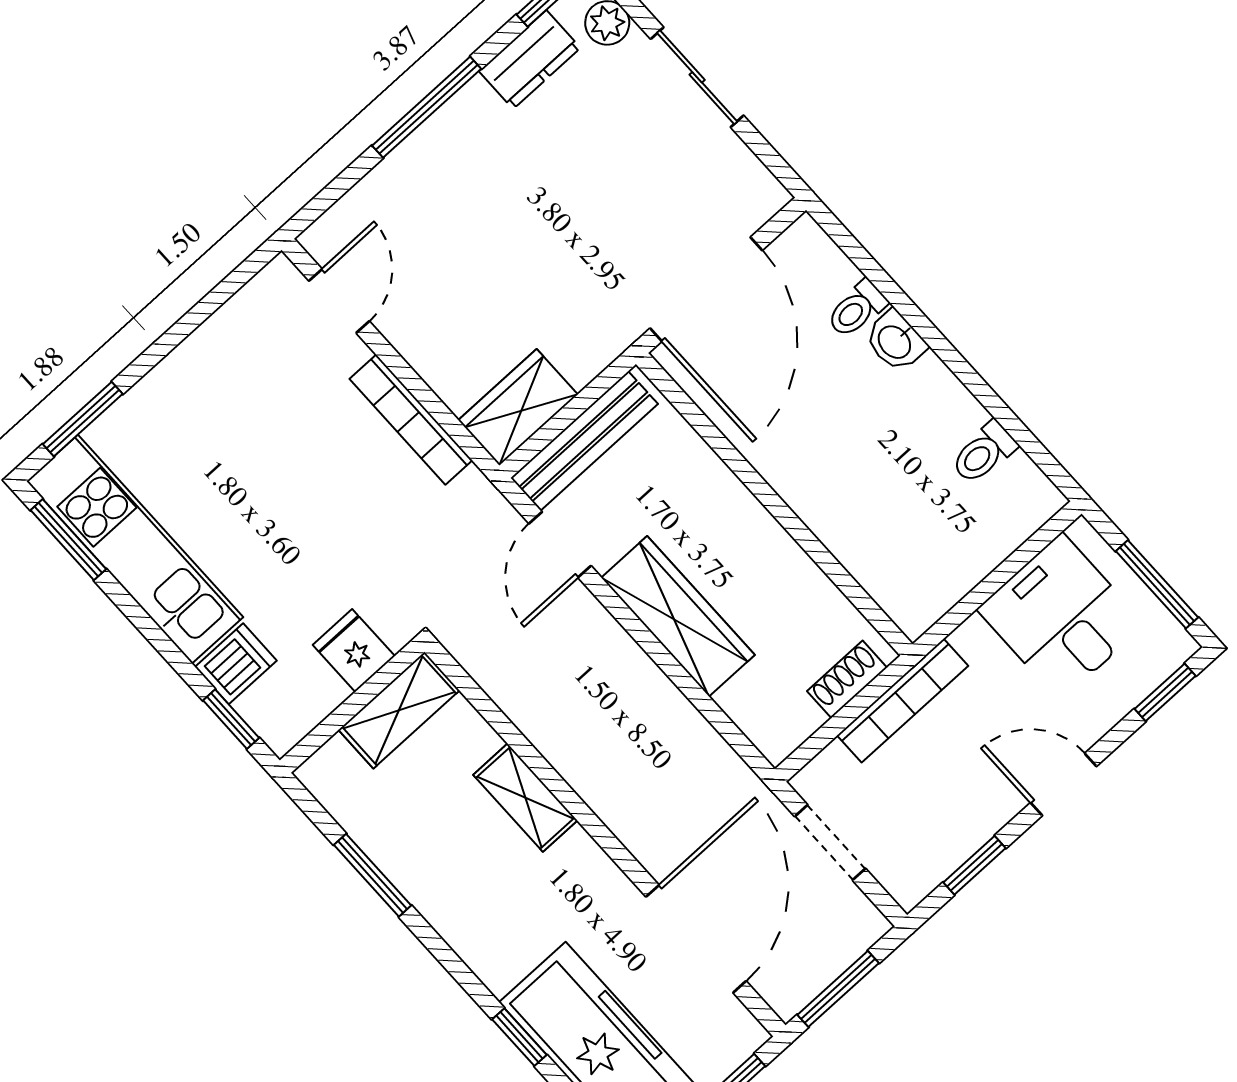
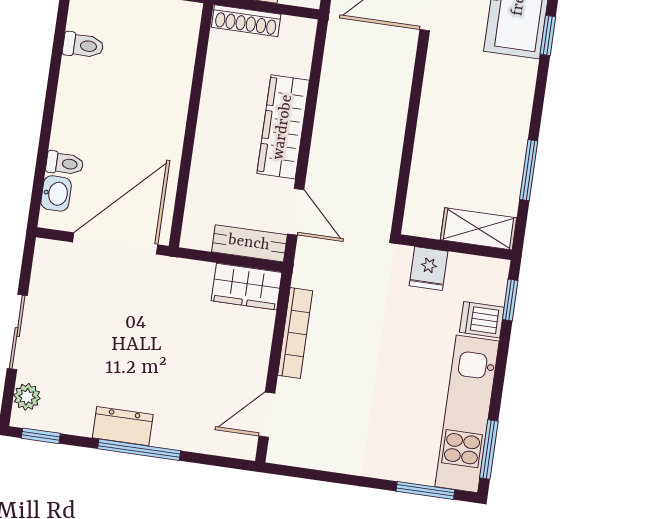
dresser: (530, 60) -> (123, 426), moved
washbasin: (895, 341) -> (56, 193), moved
bench: (584, 441) -> (249, 243), width x0.73
door: (560, 545) -> (296, 212), hinge flipped
shoe rack: (847, 679) -> (246, 21), width x1.43
shelving: (399, 710) -> (479, 229), moved
shelving: (525, 798) -> (431, 128), removed

